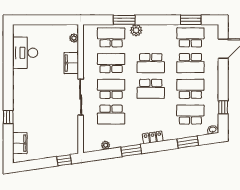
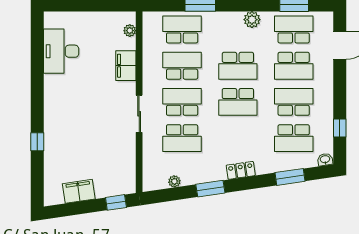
plant: (136, 30) -> (252, 20), moved
sliding door: (81, 97) -> (139, 114), width x0.73
school desk: (190, 115) -> (294, 138), turned 180
filing cabinet: (20, 143) -> (79, 191), moved, turned -98

